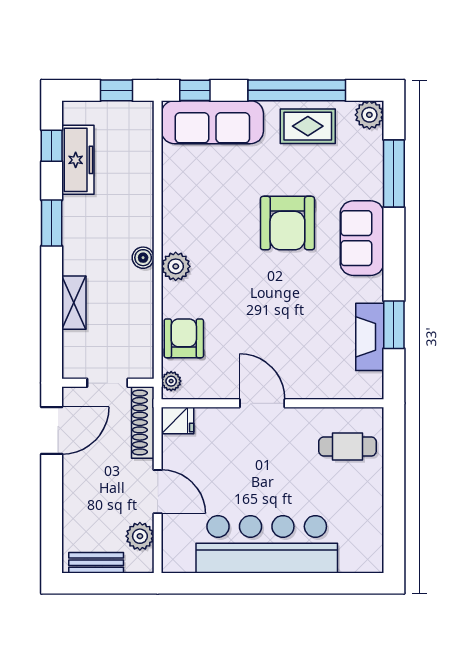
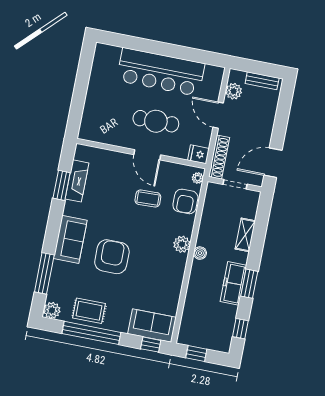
sofa: (212, 122) -> (152, 326), width x0.73
freezer: (78, 160) -> (233, 283), moved
coffee table: (247, 331) -> (148, 199), added
cafe table: (348, 446) -> (156, 121), moved, width x1.37, depth x1.35

